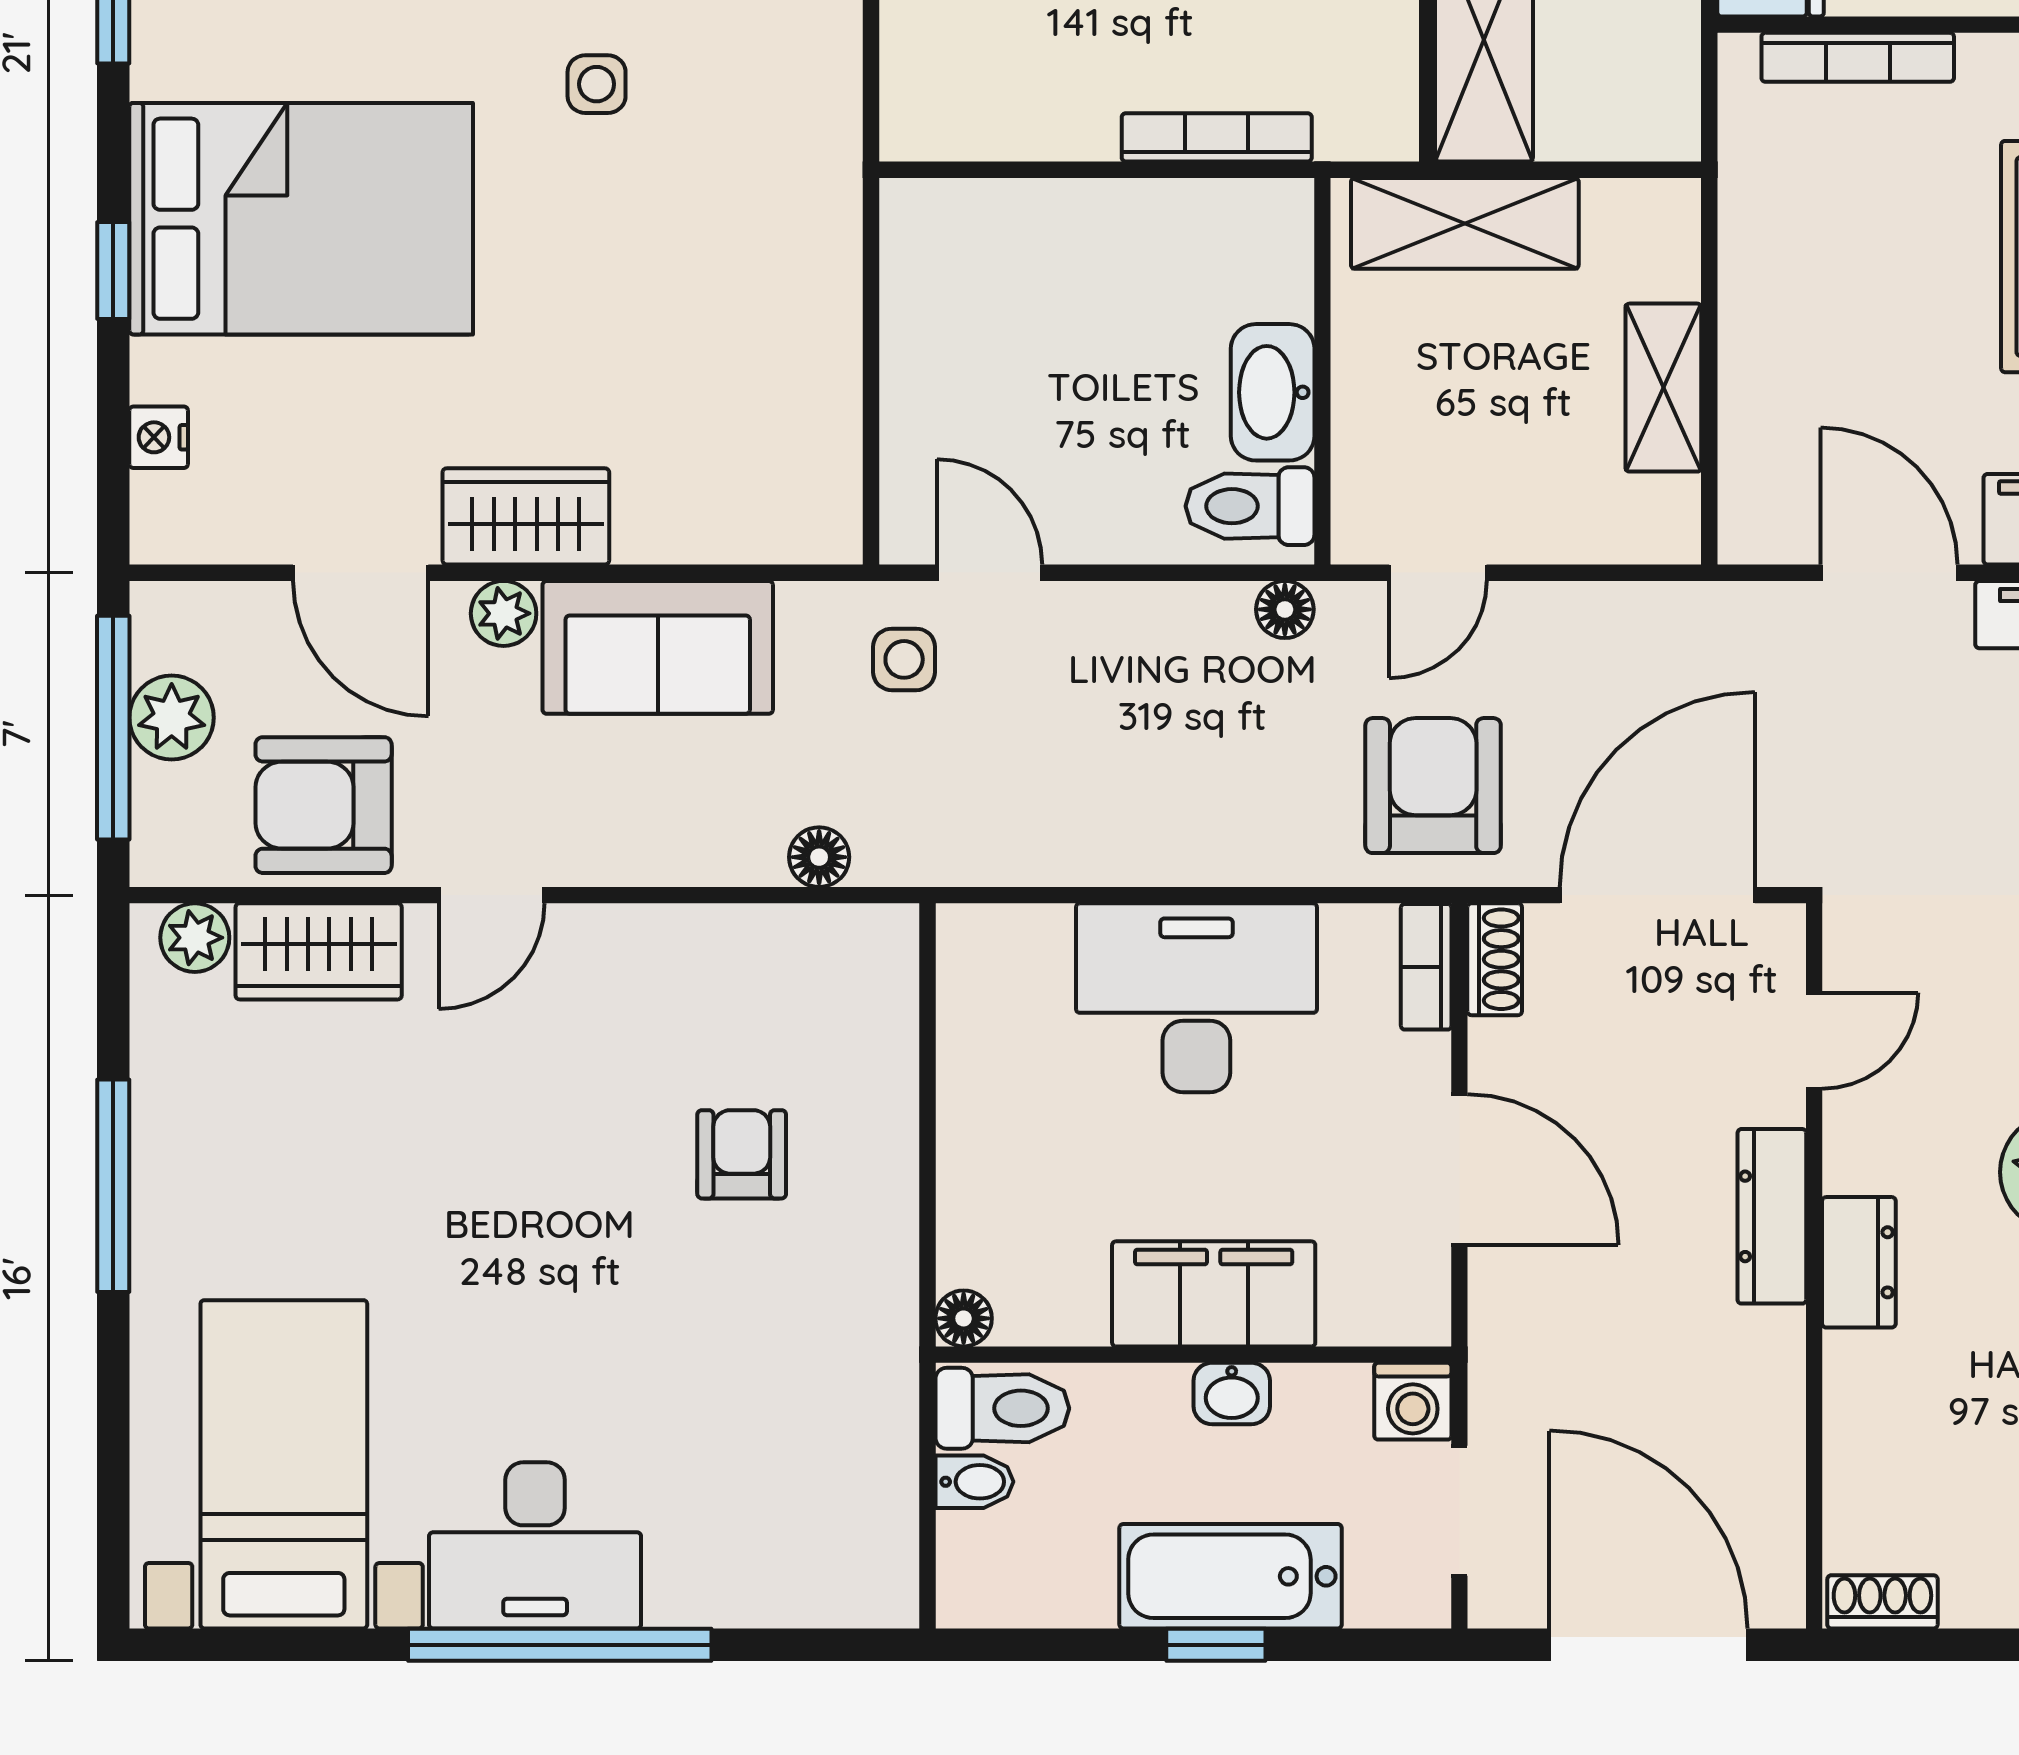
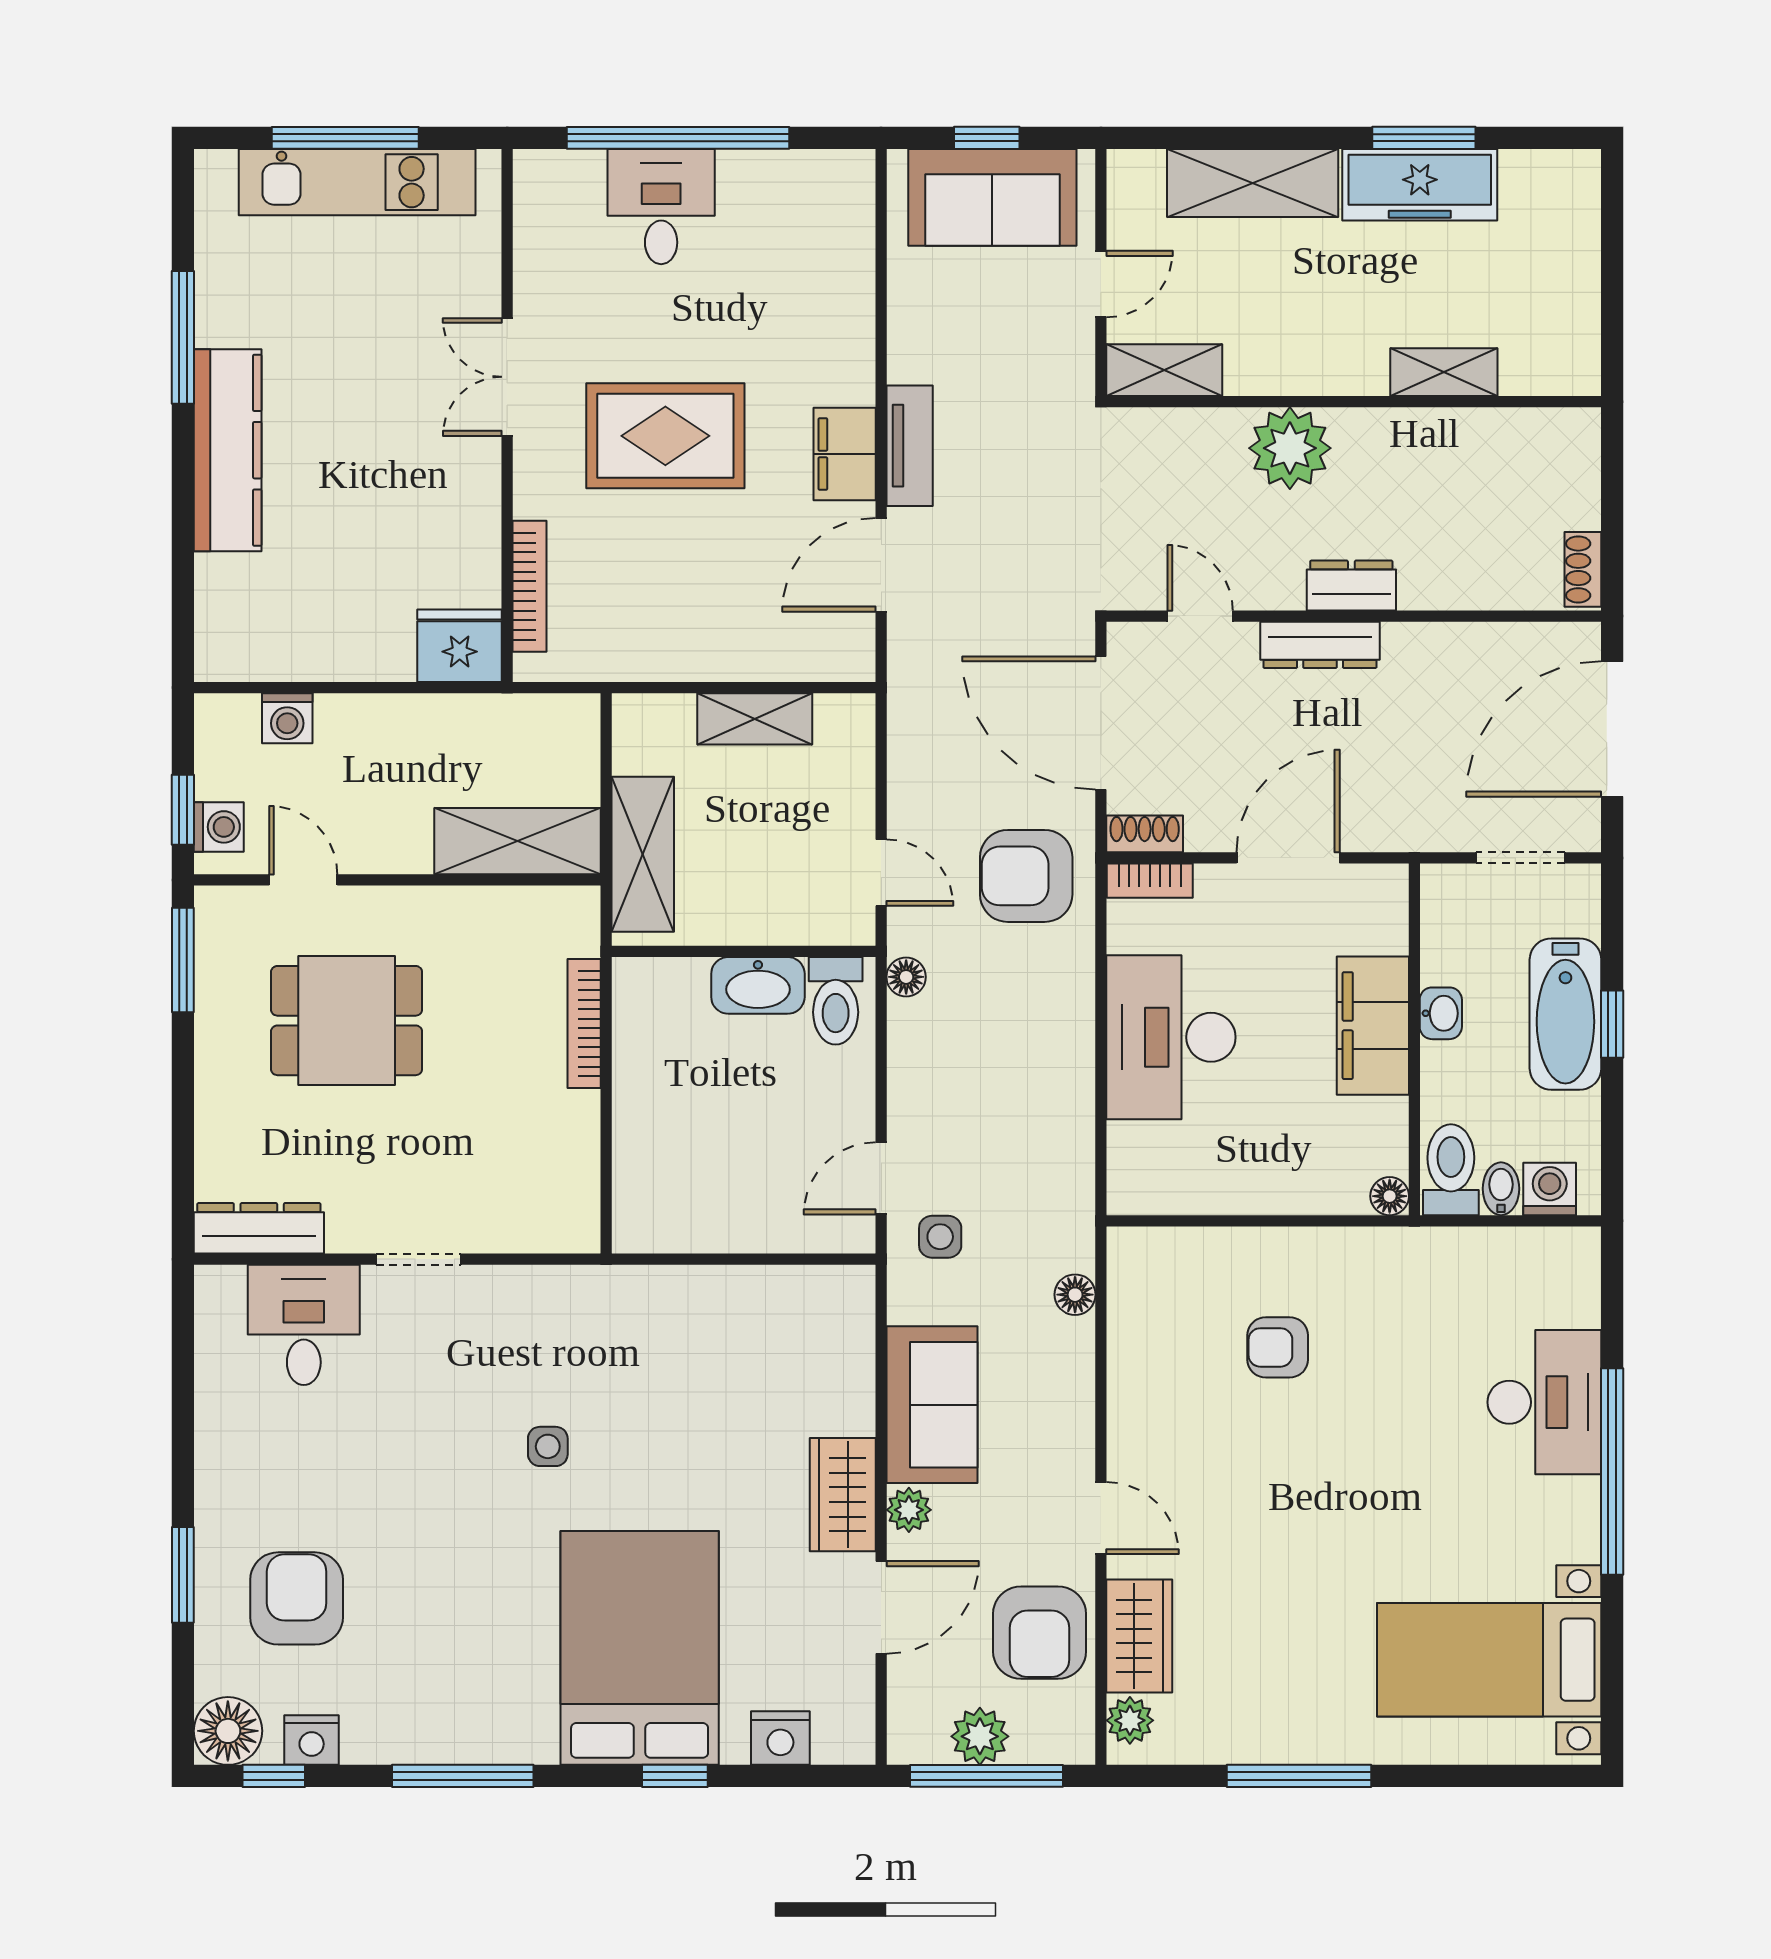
nightstand: (159, 437) -> (780, 1738), width x1.39, depth x1.35
washing machine: (1413, 1401) -> (1550, 1189), moved, turned -90
desk: (535, 1545) -> (1544, 1402), moved

